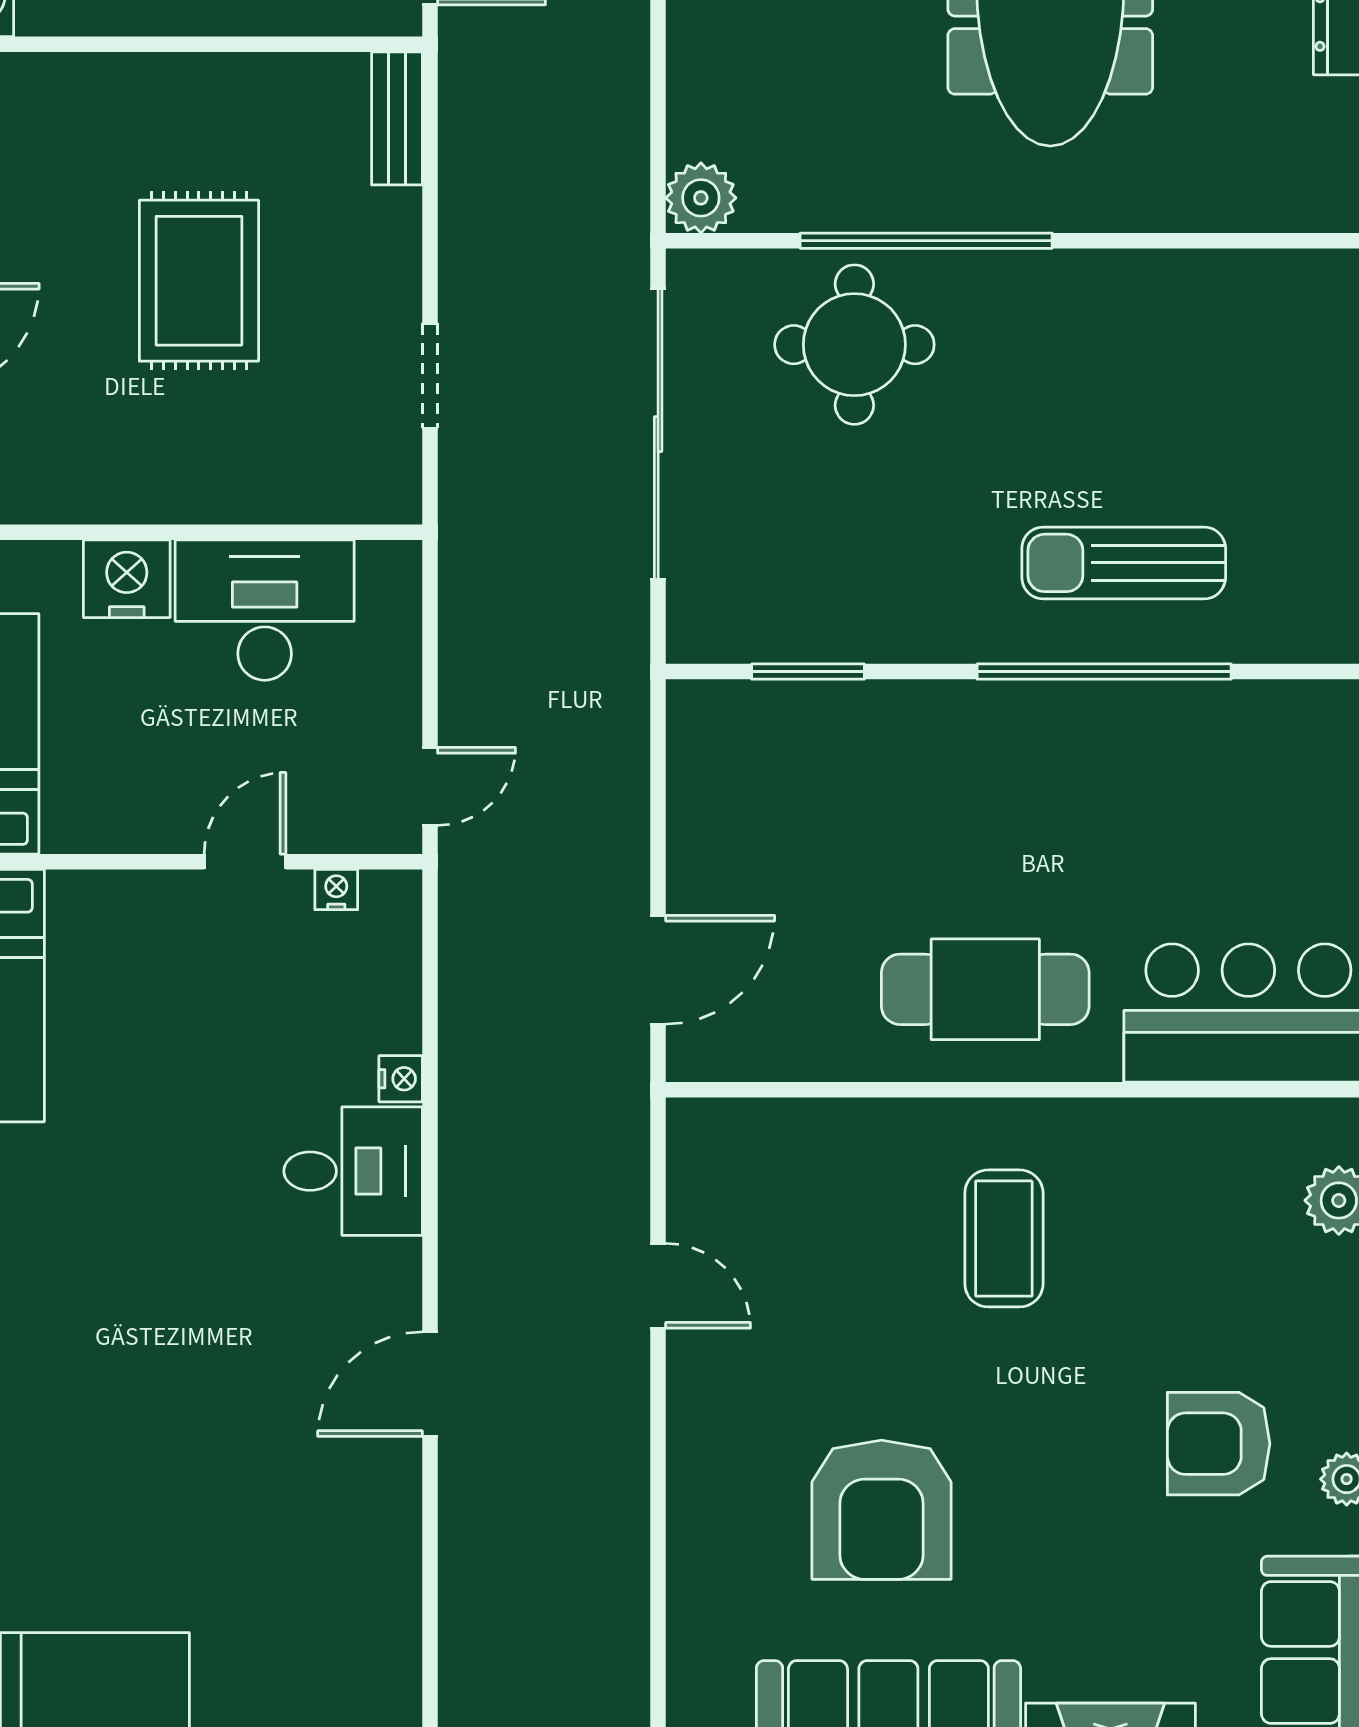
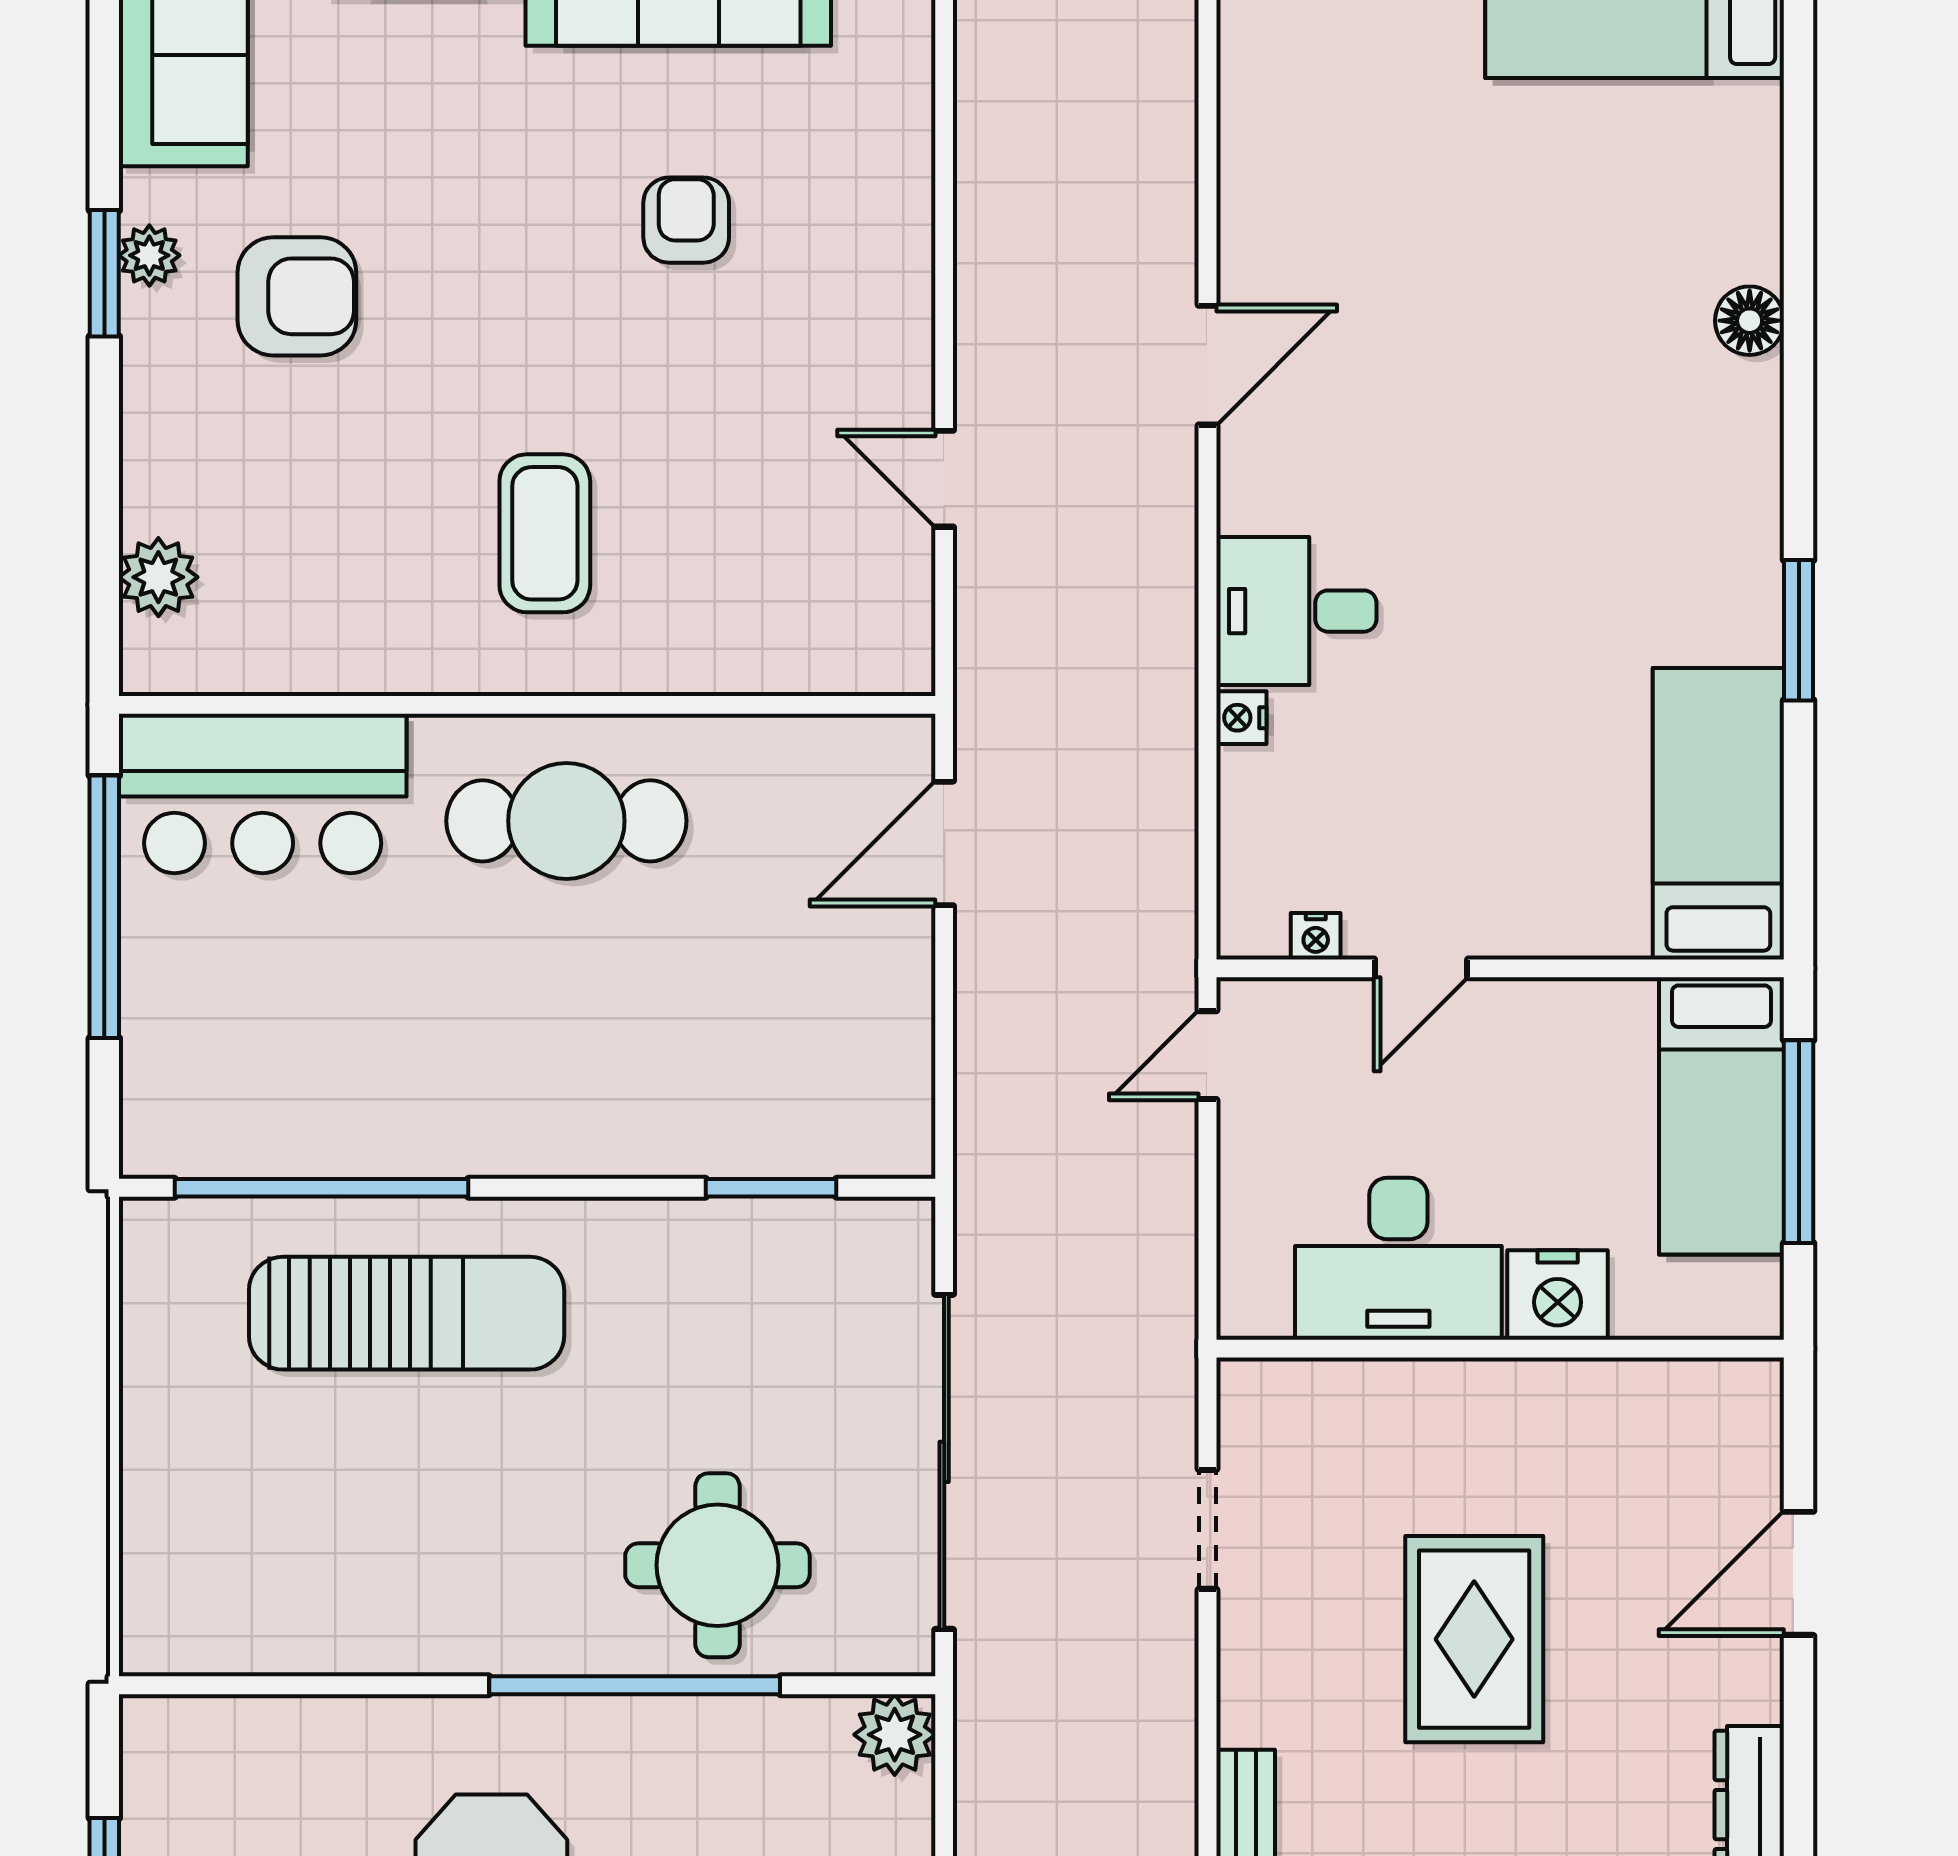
sun lounger: (1124, 563) -> (407, 1313), width x1.36, depth x1.34
window: (1104, 672) -> (322, 1188), moved
armchair: (881, 1510) -> (686, 220), width x0.53, depth x0.53

